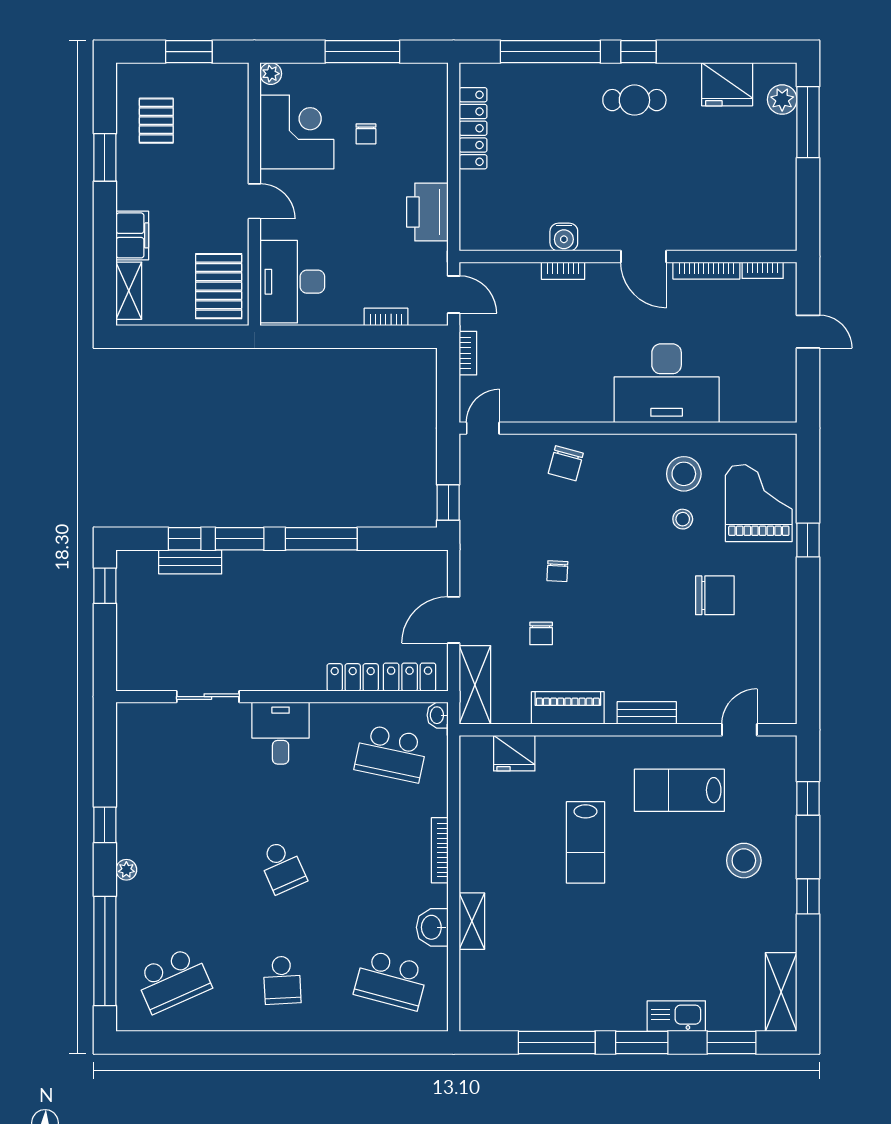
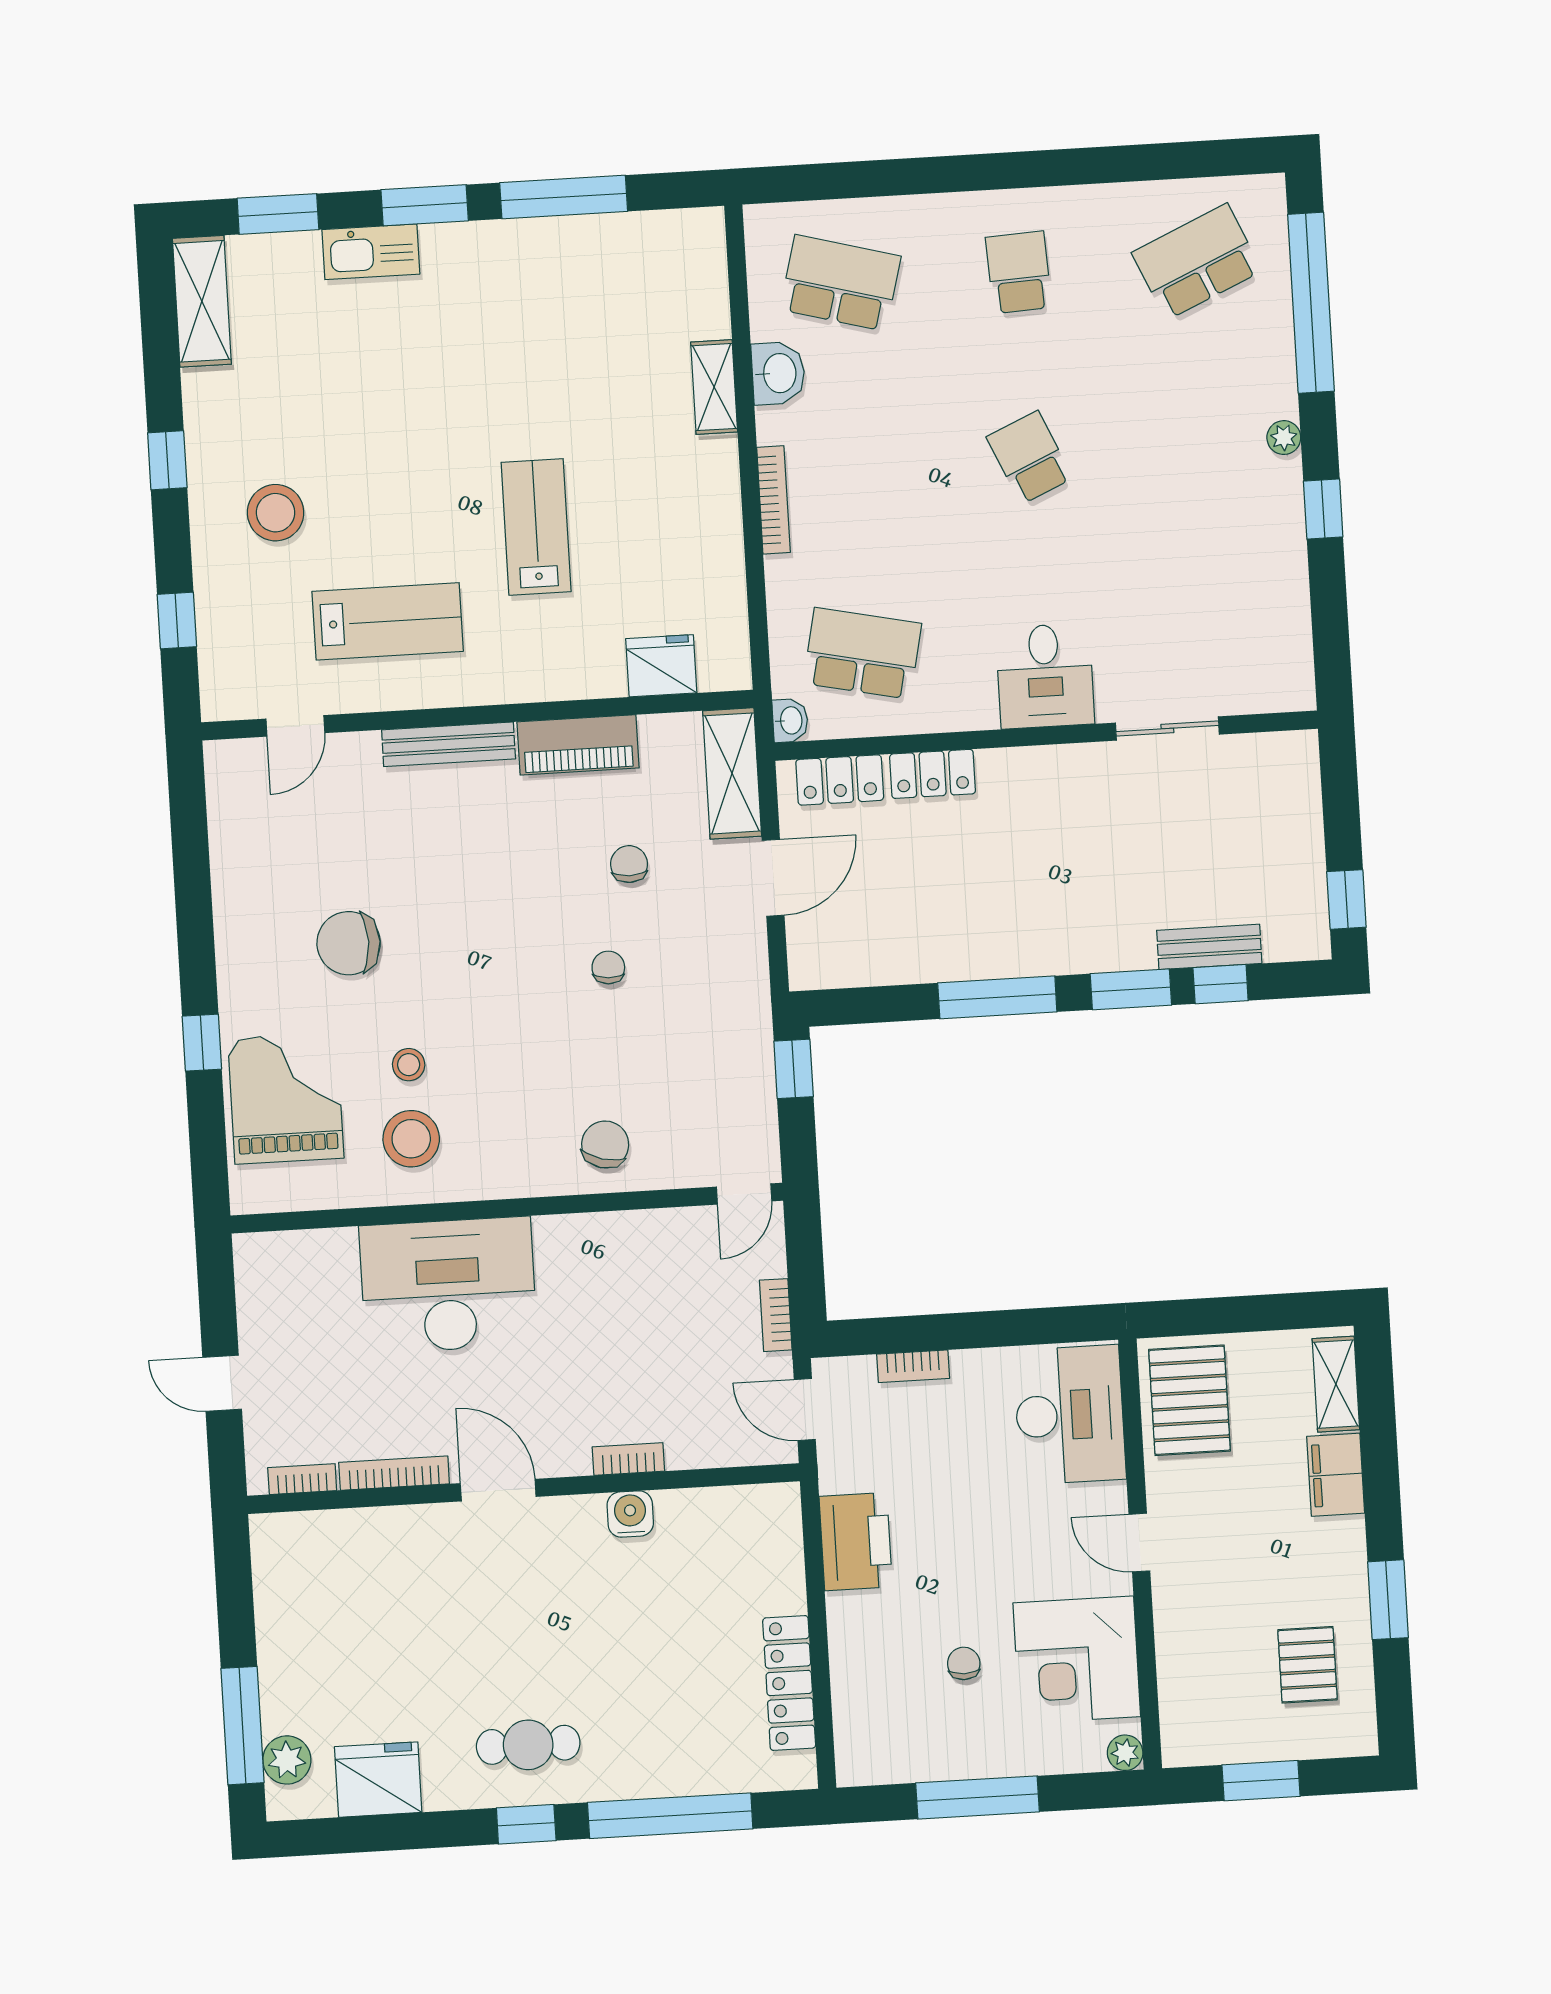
grand piano: (759, 503) -> (286, 1098), turned 180
bench: (647, 713) -> (449, 744), width x1.36

